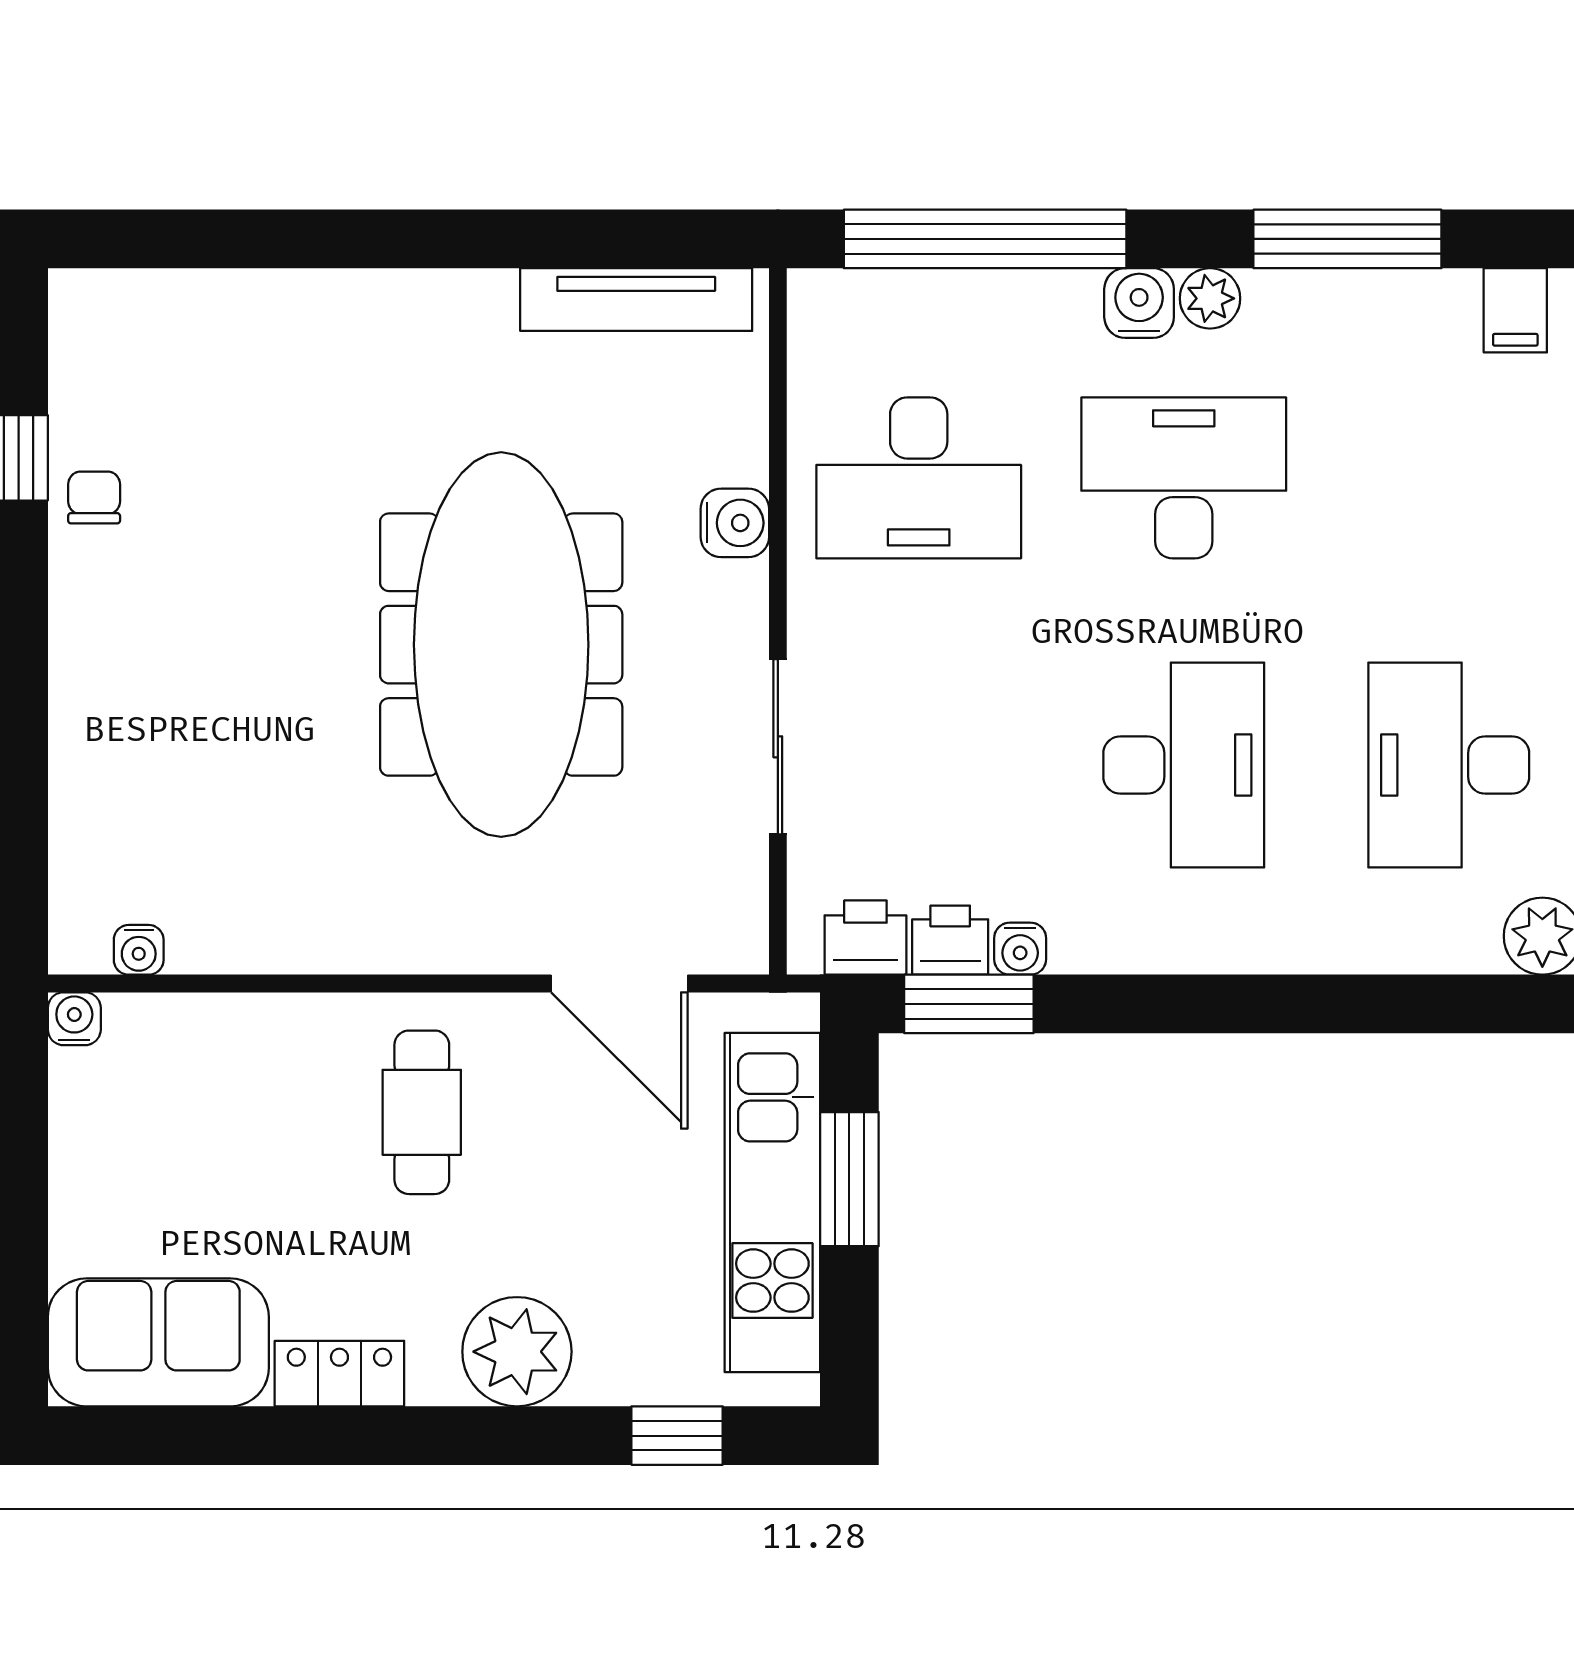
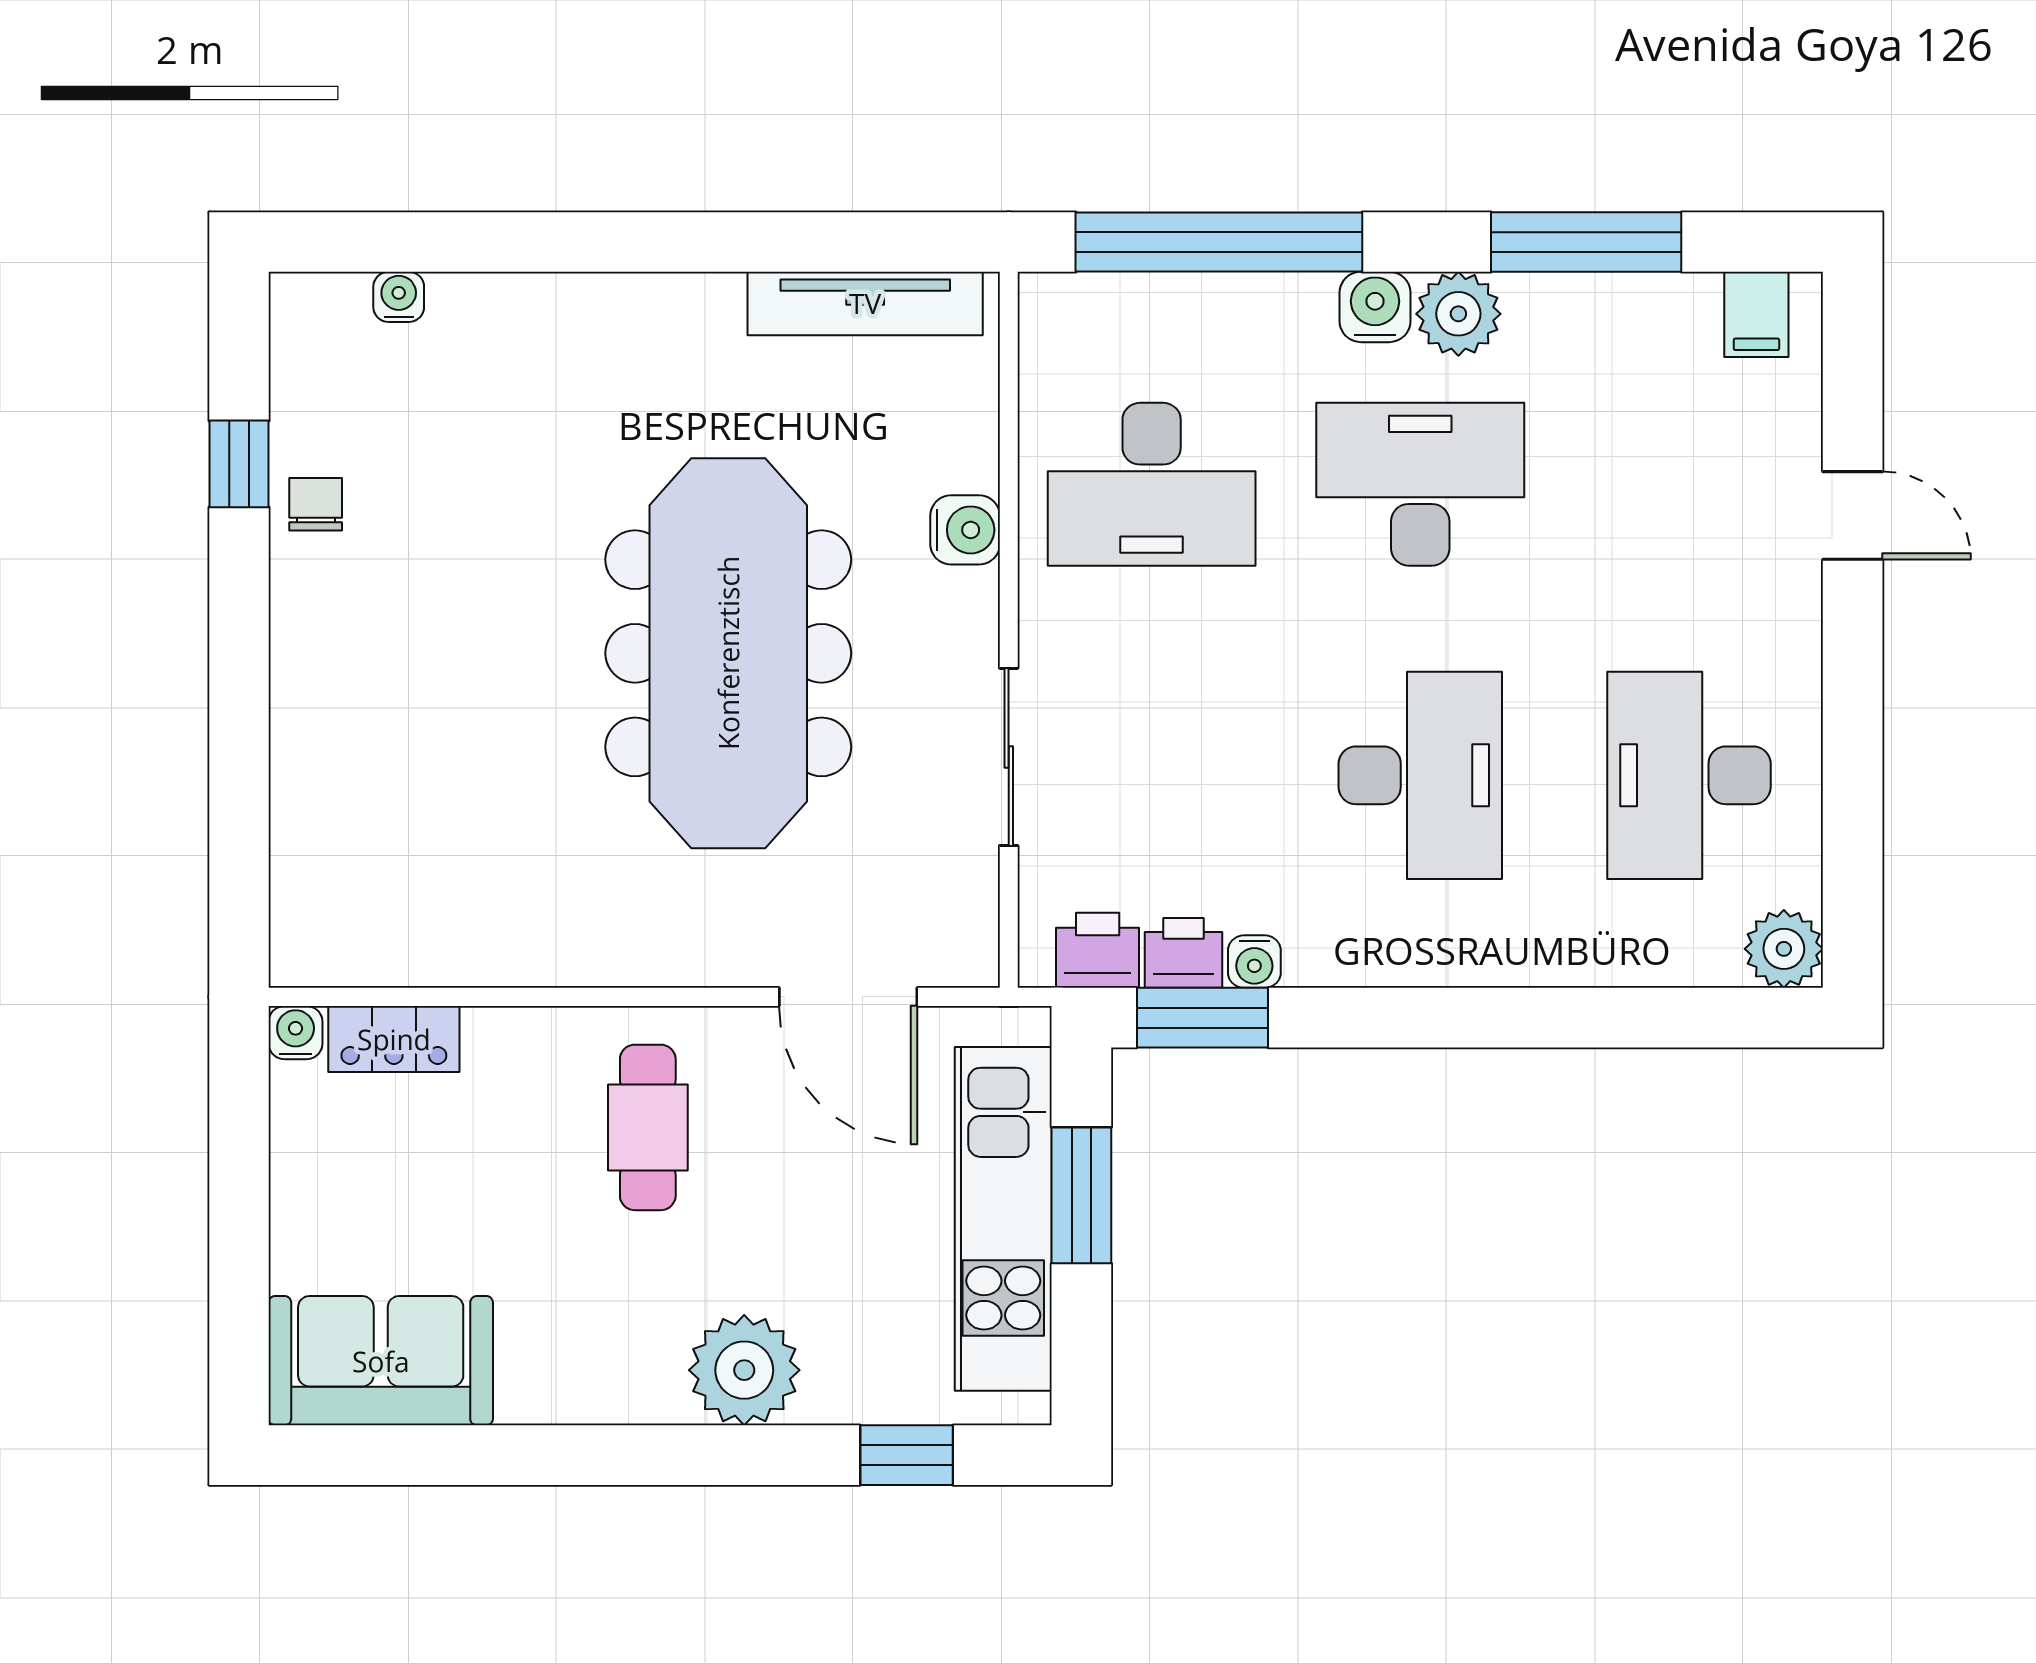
plant: (1210, 298) -> (1458, 314), width x1.38, depth x1.38
water cooler: (139, 950) -> (399, 297), moved, turned 180
locker: (339, 1374) -> (394, 1039), moved, turned 180

